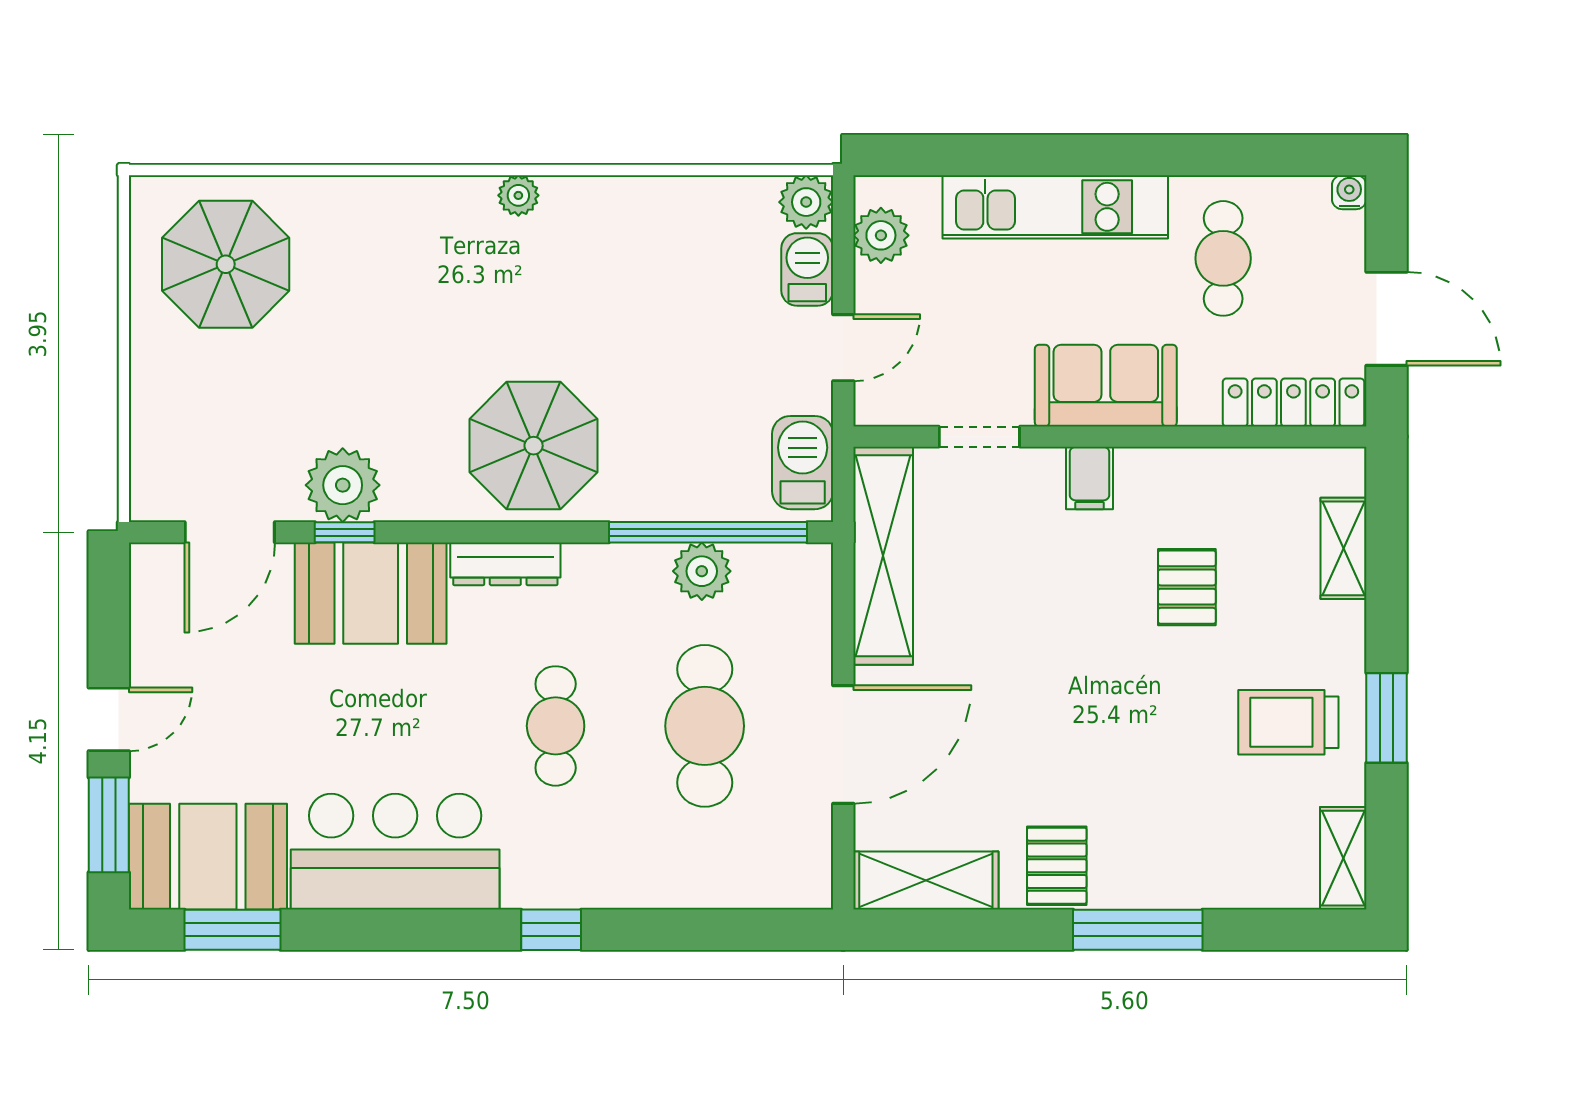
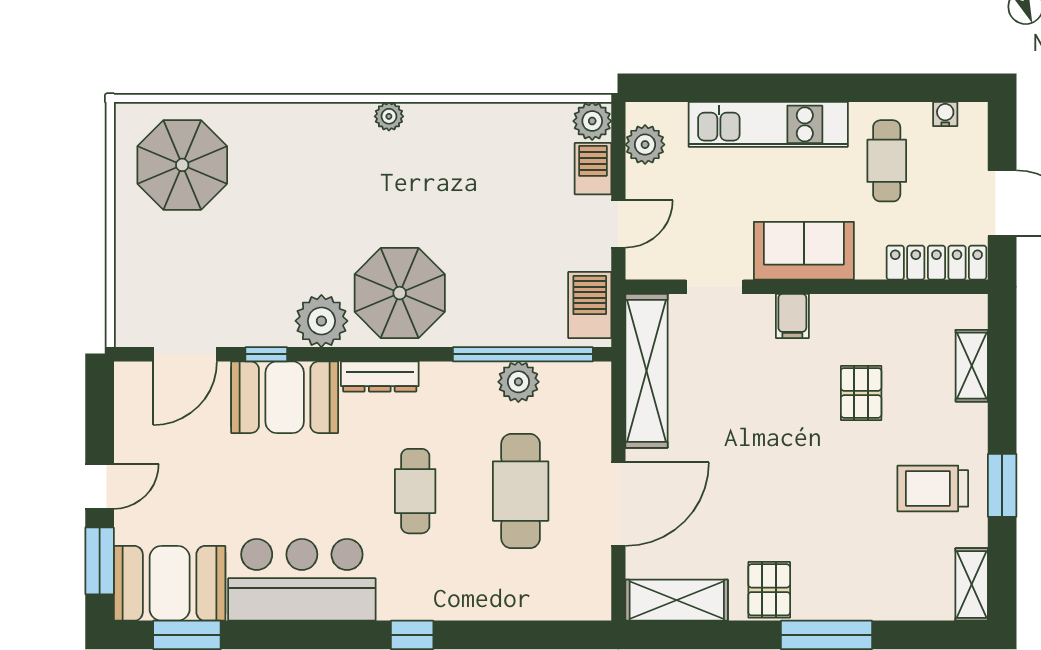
water cooler: (1349, 192) -> (945, 114), moved
plant: (343, 485) -> (321, 321), moved

